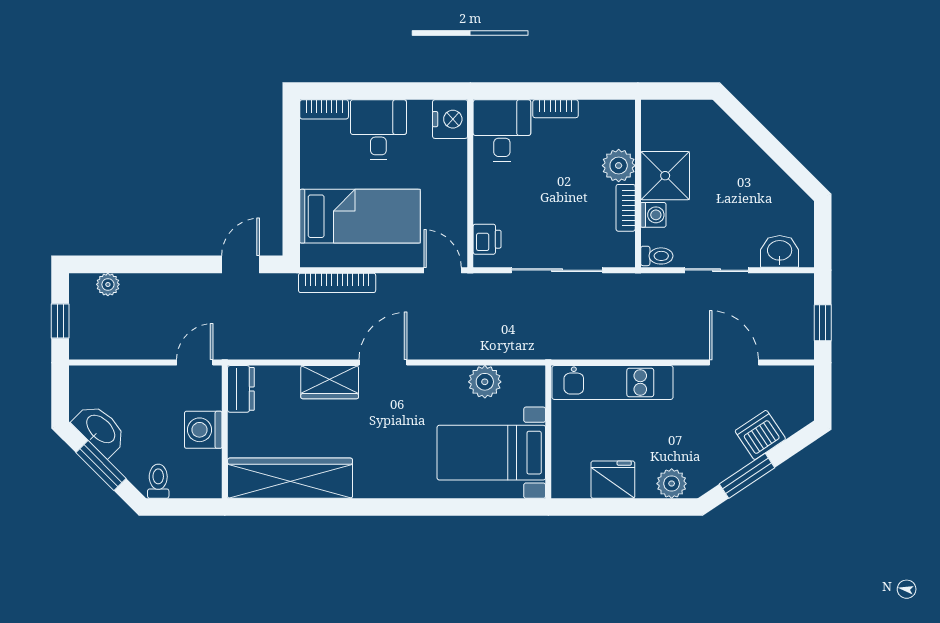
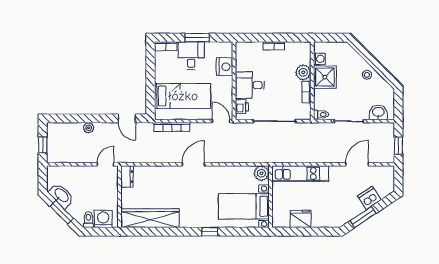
window: (391, 91) -> (197, 38), added
nightstand: (450, 119) -> (225, 67), moved
desk: (502, 131) -> (250, 85), moved, turned -90
stool: (755, 171) -> (367, 75), added
washing machine: (653, 215) -> (319, 59), moved
door: (241, 264) -> (127, 118), swing flipped
plant: (108, 284) -> (89, 128), moved
door: (734, 363) -> (357, 164), hinge flipped
wardrobe: (330, 382) -> (168, 173), removed
plant: (485, 382) -> (261, 173), moved
washing machine: (203, 430) -> (103, 219), moved, turned 90
plant: (672, 484) -> (328, 221), removed
window: (418, 507) -> (210, 232), added

